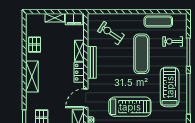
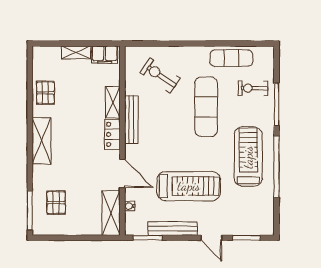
door: (86, 98) -> (122, 173), swing flipped

